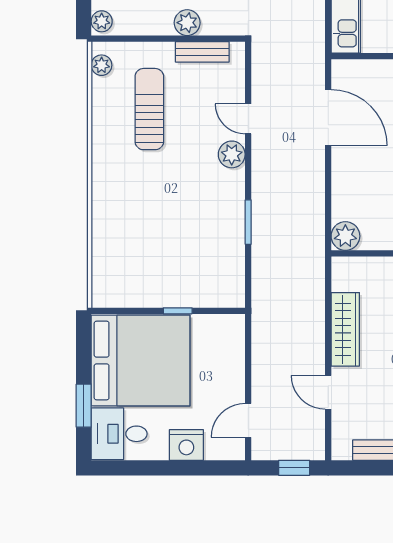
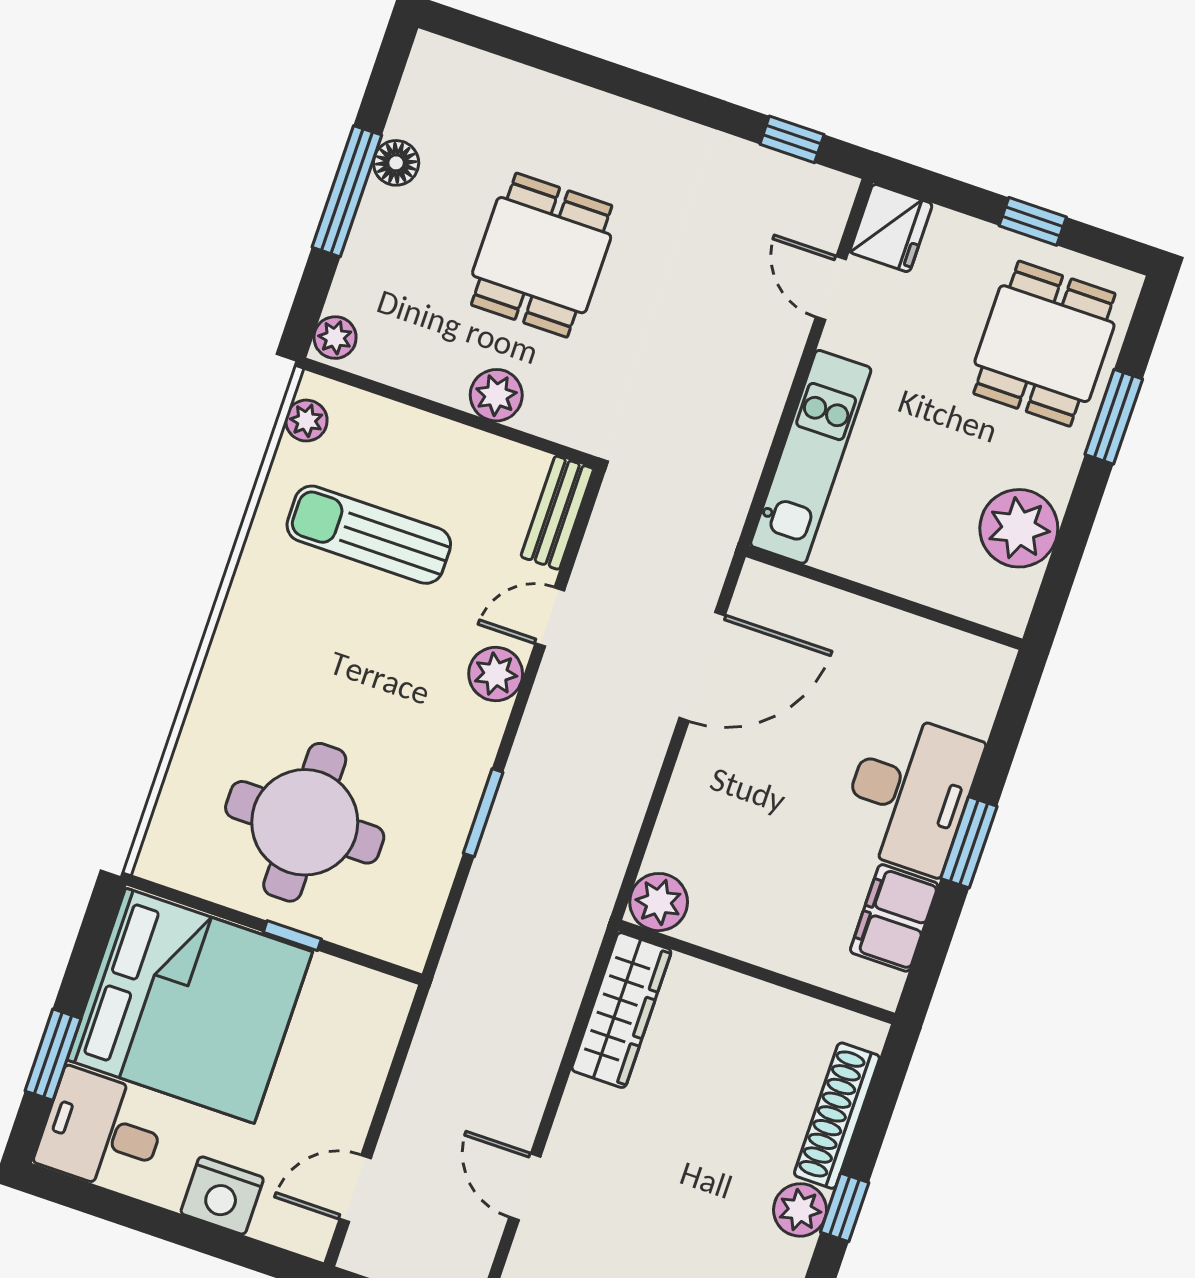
bench: (202, 52) -> (557, 513), moved, turned 90
sun lounger: (149, 109) -> (369, 535), turned -90
door: (328, 118) -> (702, 666), hinge flipped
door: (248, 119) -> (550, 617), hinge flipped
round table: (165, 255) -> (305, 822), added
wardrobe: (345, 329) -> (621, 1010), moved

